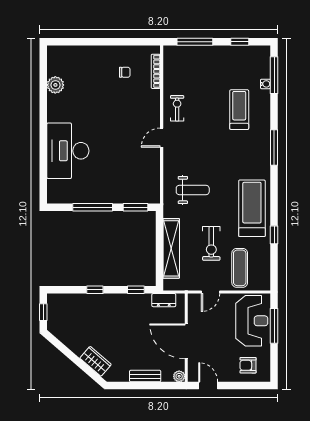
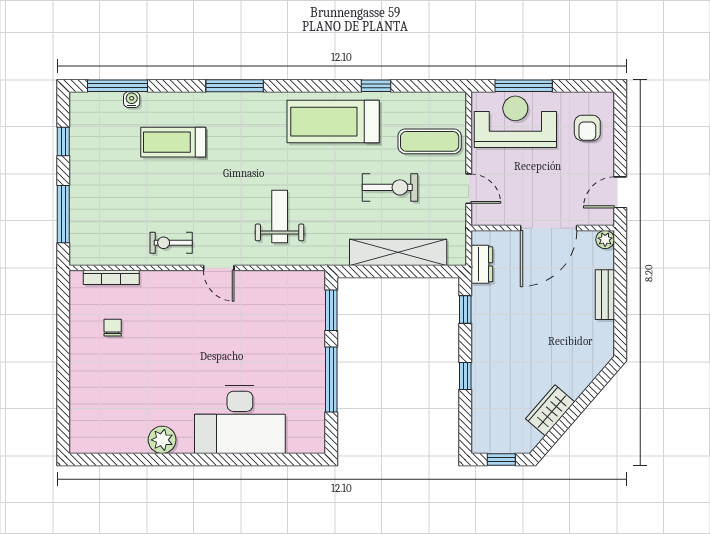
plant: (55, 85) -> (162, 440), moved
weight bench: (193, 190) -> (280, 217), moved
wardrobe: (95, 361) -> (550, 410), moved

